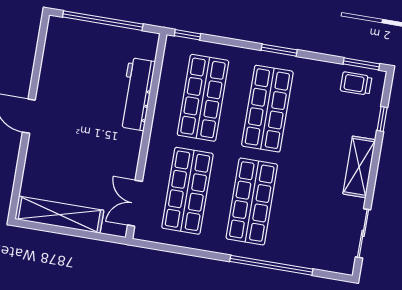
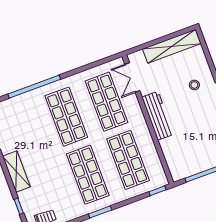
workbench: (137, 94) -> (158, 116), moved
stool: (59, 146) -> (194, 85), added
double door: (135, 203) -> (132, 78), swing flipped

